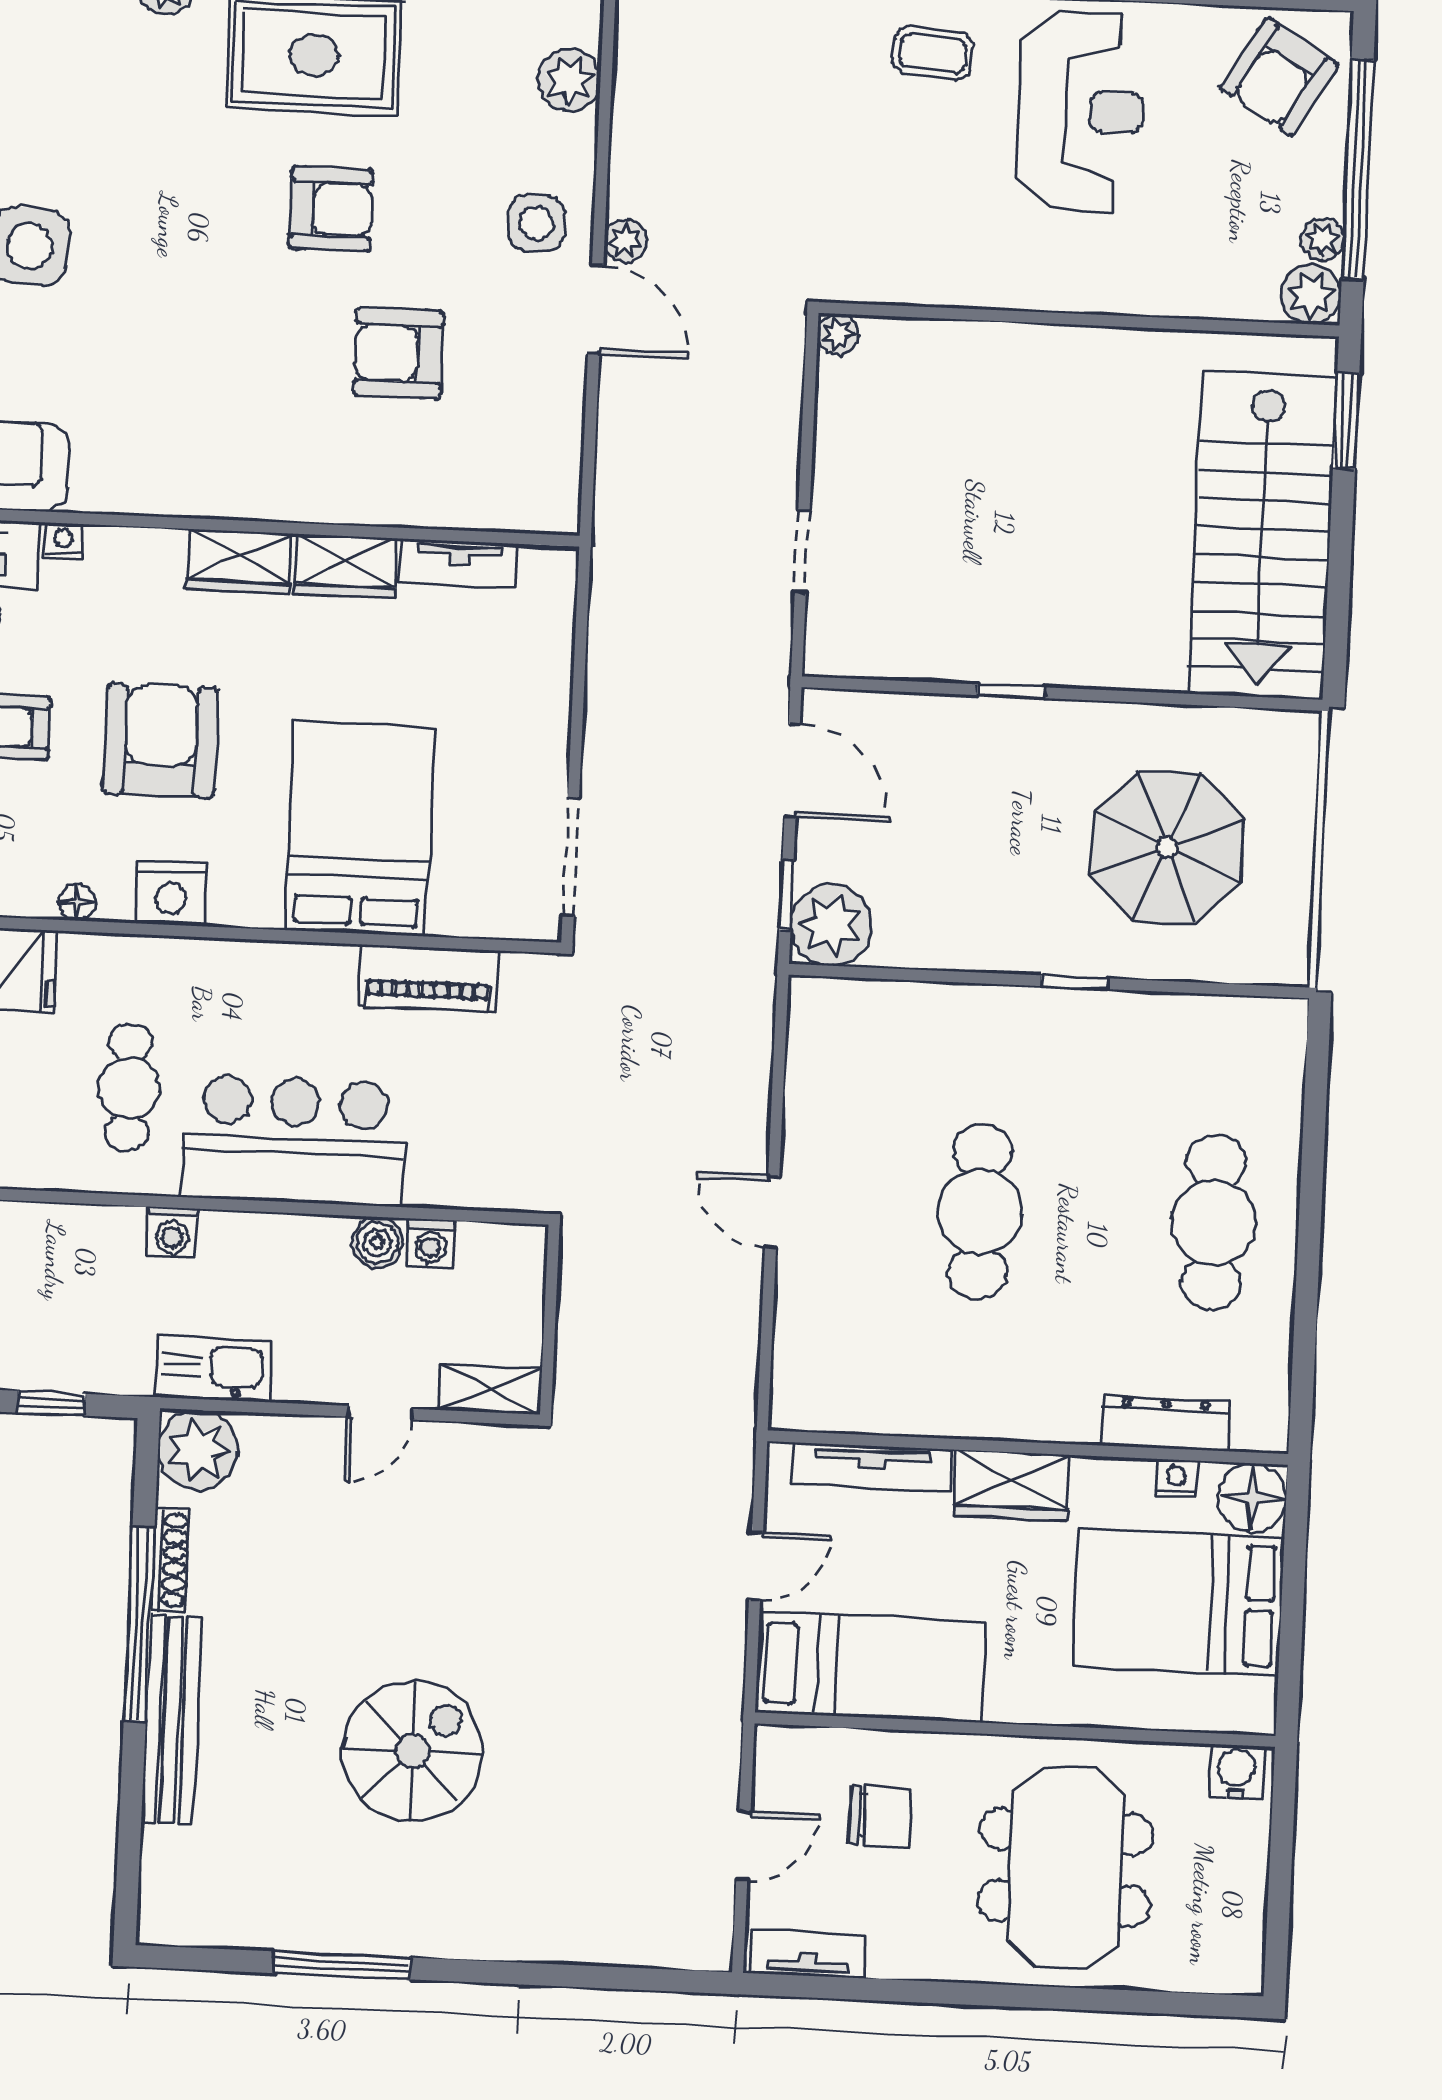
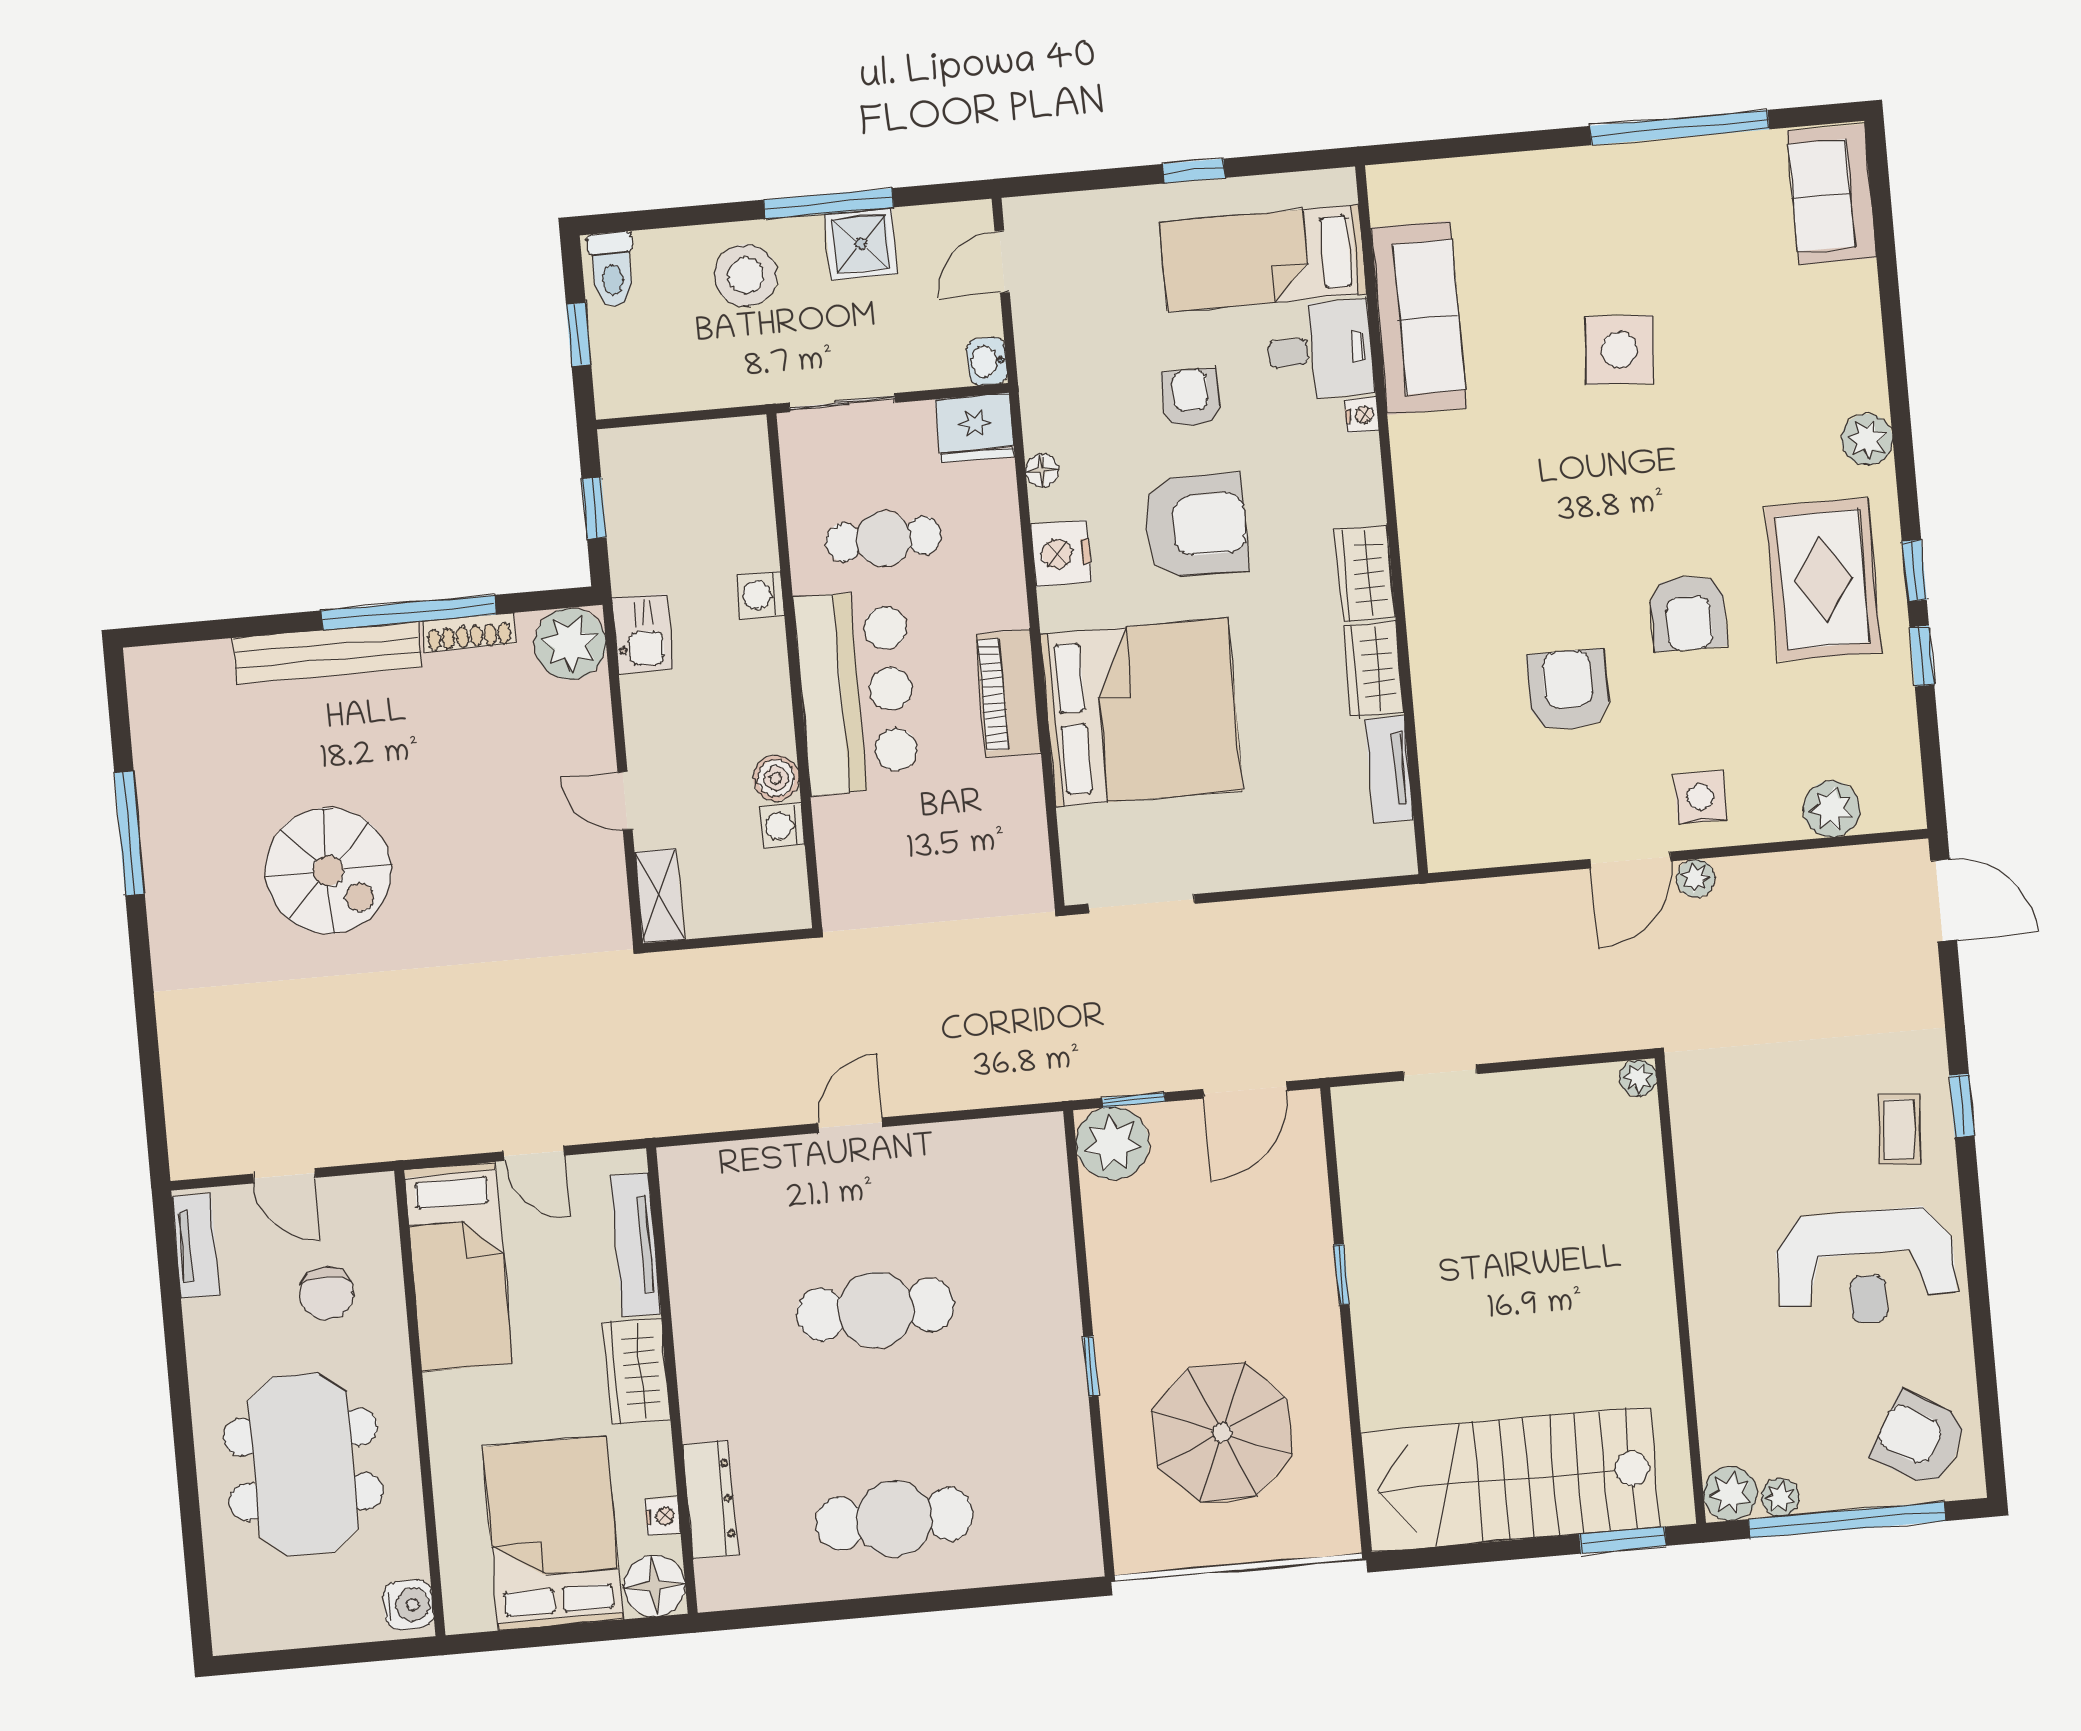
bed: (359, 829) -> (1142, 713), width x1.36
piano: (428, 978) -> (1008, 693), moved
kitchen sink: (213, 1369) -> (643, 633), width x0.73
meeting table: (1065, 1868) -> (303, 1464), turned 90

